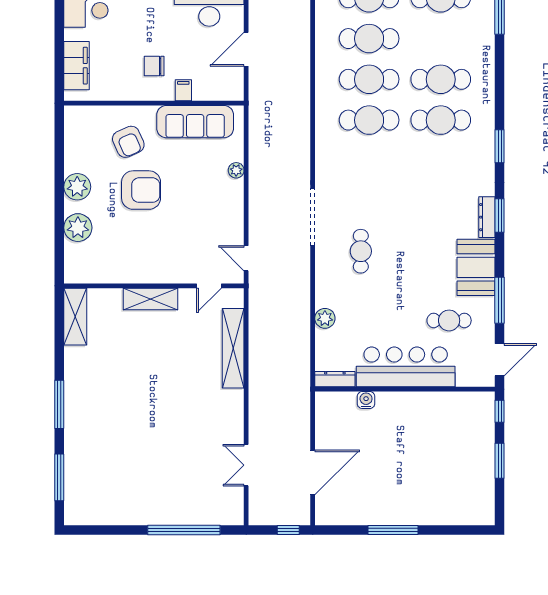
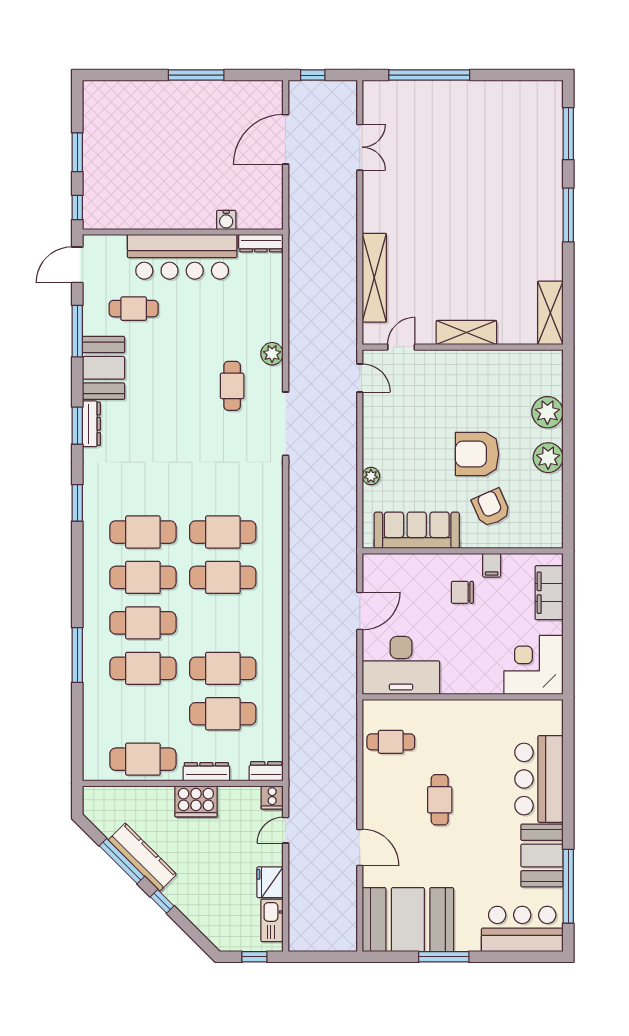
cafe table: (369, 39) -> (143, 623), moved
chair: (154, 66) -> (462, 592), turned 180
filing cabinet: (183, 90) -> (492, 565), moved
plant: (325, 318) -> (272, 354), moved

